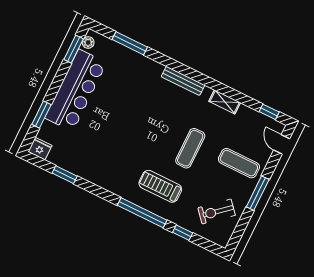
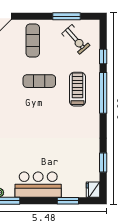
bar counter: (76, 90) -> (38, 185), width x0.73
treadmill: (160, 186) -> (77, 89), turned 180
window: (258, 193) -> (66, 16), moved

